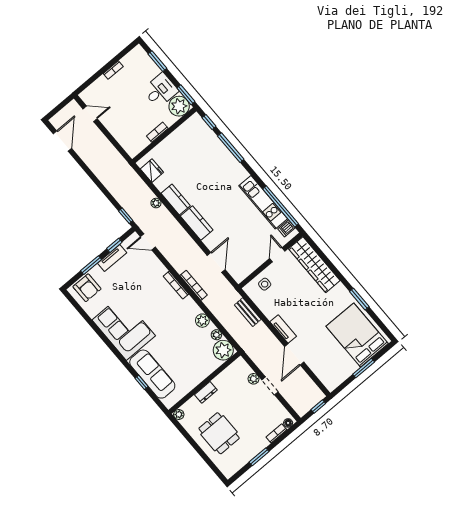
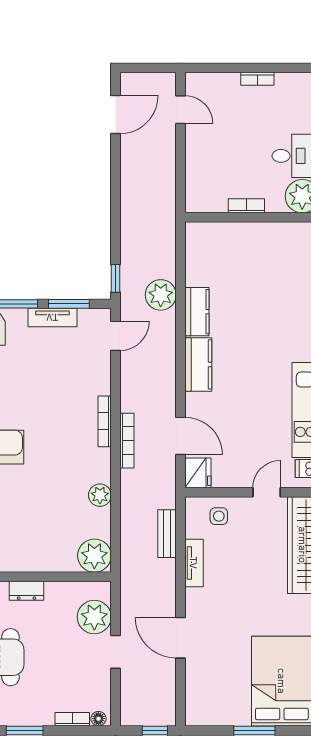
fridge: (152, 171) -> (198, 473), moved
plant: (156, 203) -> (161, 295), width x1.88, depth x1.88
door: (148, 242) -> (116, 336), swing flipped
window: (114, 245) -> (69, 304), width x1.50
door: (216, 262) -> (180, 436), hinge flipped
tv unit: (283, 329) -> (194, 563), moved
plant: (216, 335) -> (103, 529), removed
door: (294, 354) -> (180, 638), hinge flipped
plant: (254, 379) -> (94, 617), width x1.87, depth x1.87

